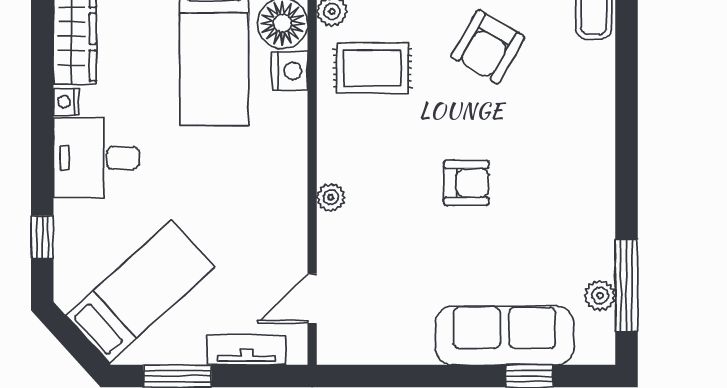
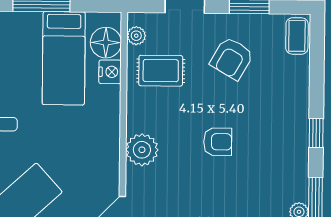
window: (627, 167) -> (316, 133), added
plant: (331, 197) -> (142, 150), width x1.88, depth x1.88

